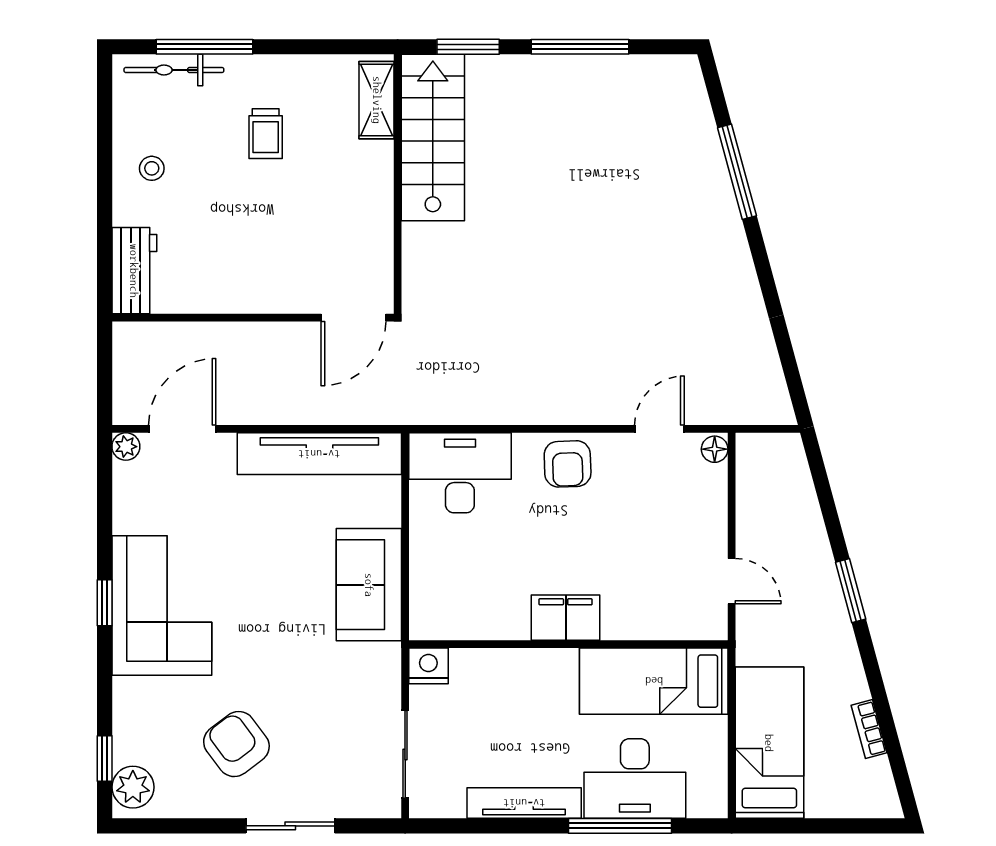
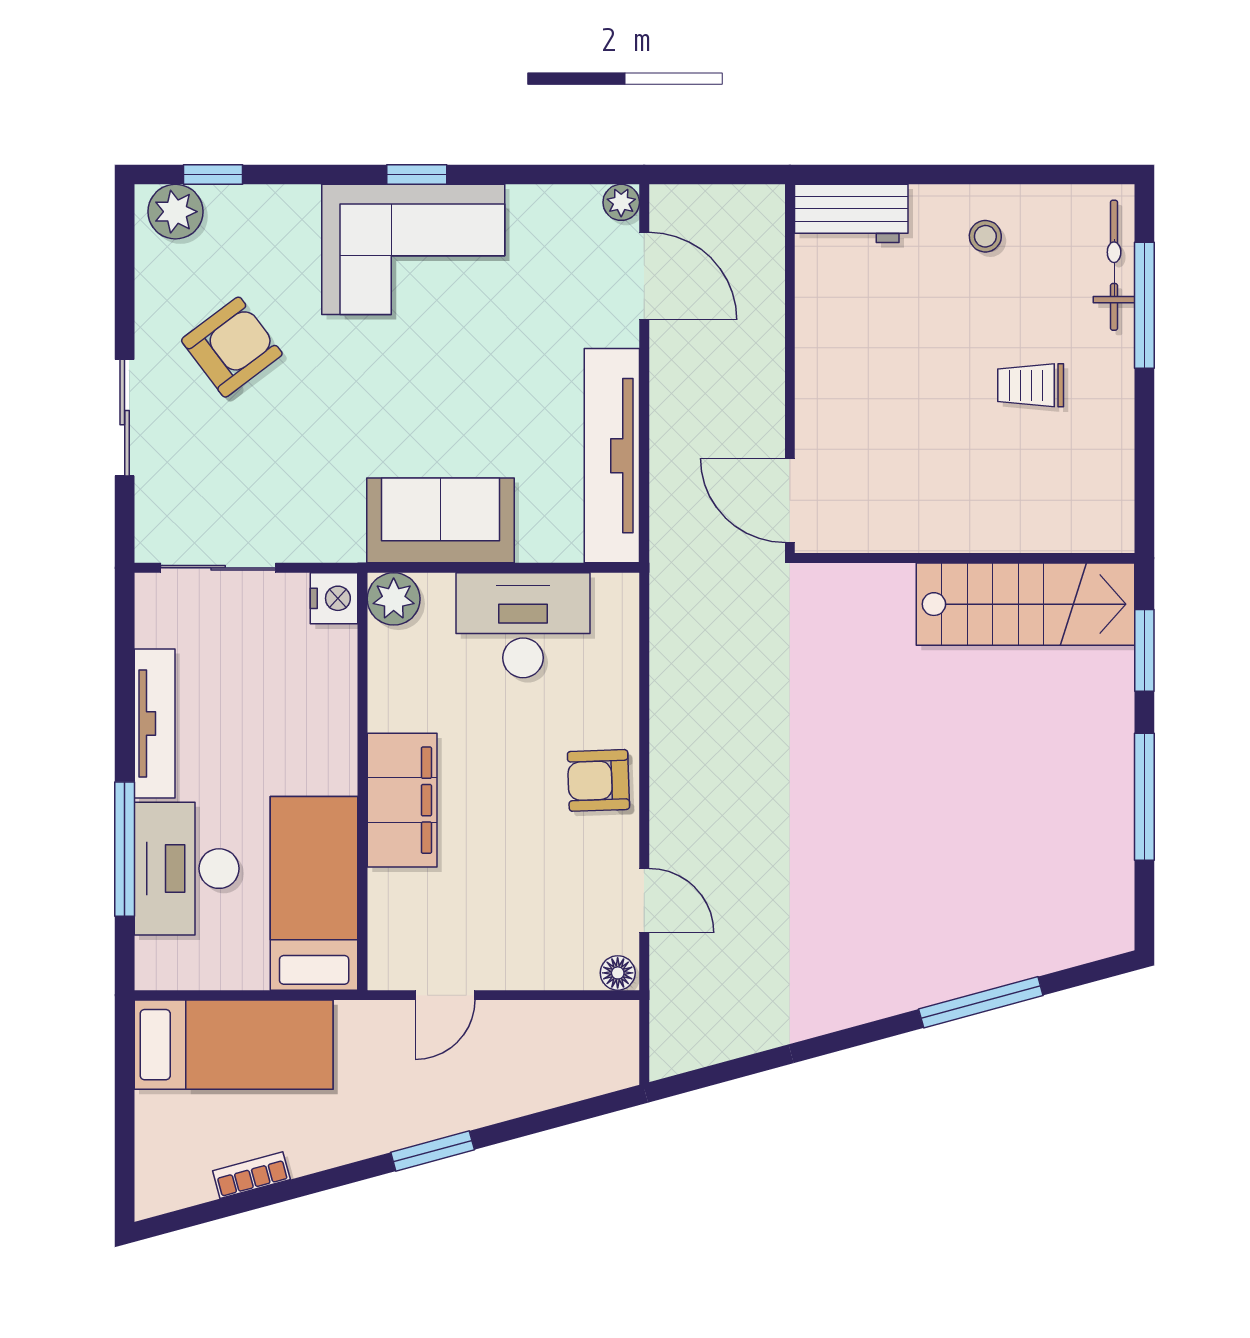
shelving: (377, 100) -> (1075, 530), removed
desk: (460, 473) -> (523, 625), moved, turned -90
filing cabinet: (566, 618) -> (402, 800), width x1.50, depth x1.17
plant: (429, 620) -> (394, 599), added

